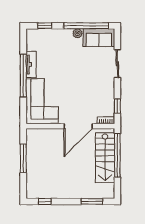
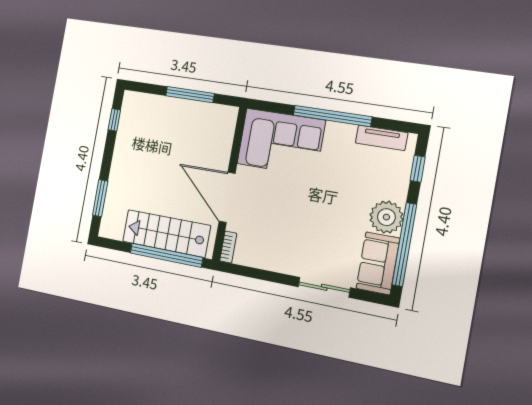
plant: (77, 33) -> (386, 217), width x1.88, depth x1.88
tv unit: (31, 64) -> (382, 138), moved
window: (117, 106) -> (249, 272), removed

